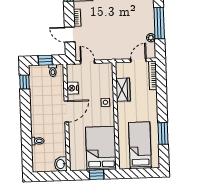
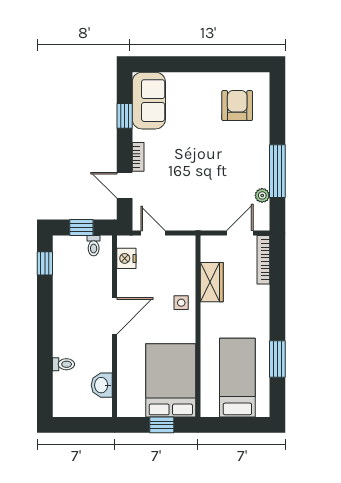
nightstand: (73, 88) -> (126, 258), moved
washbasin: (61, 164) -> (102, 385), moved

